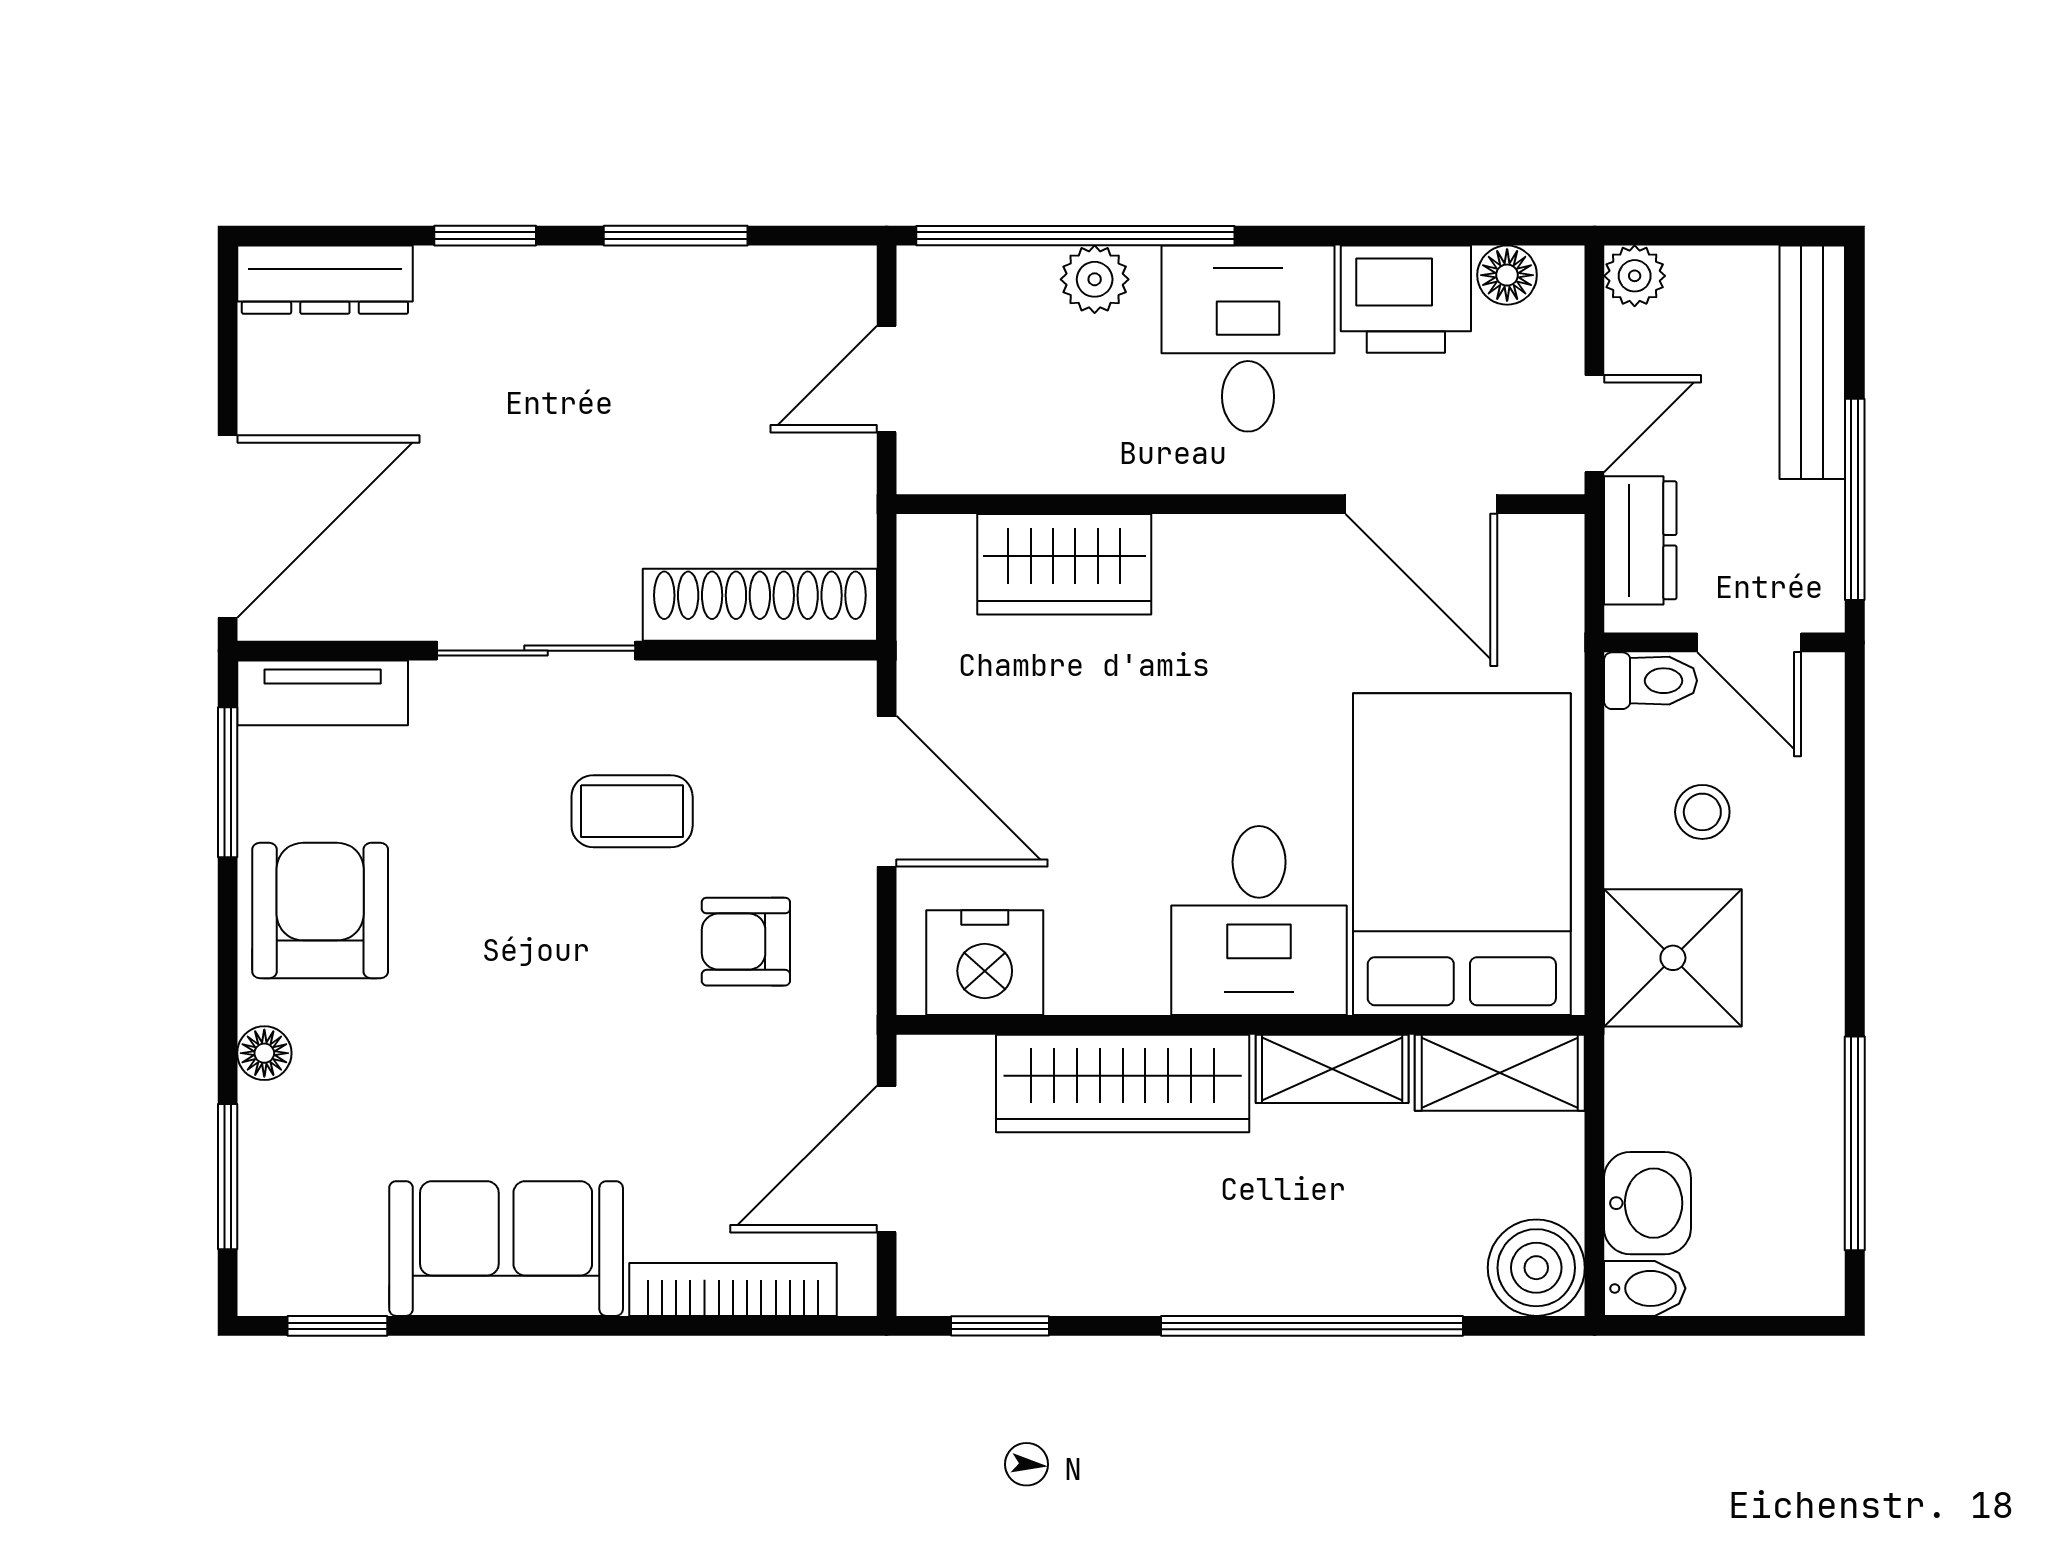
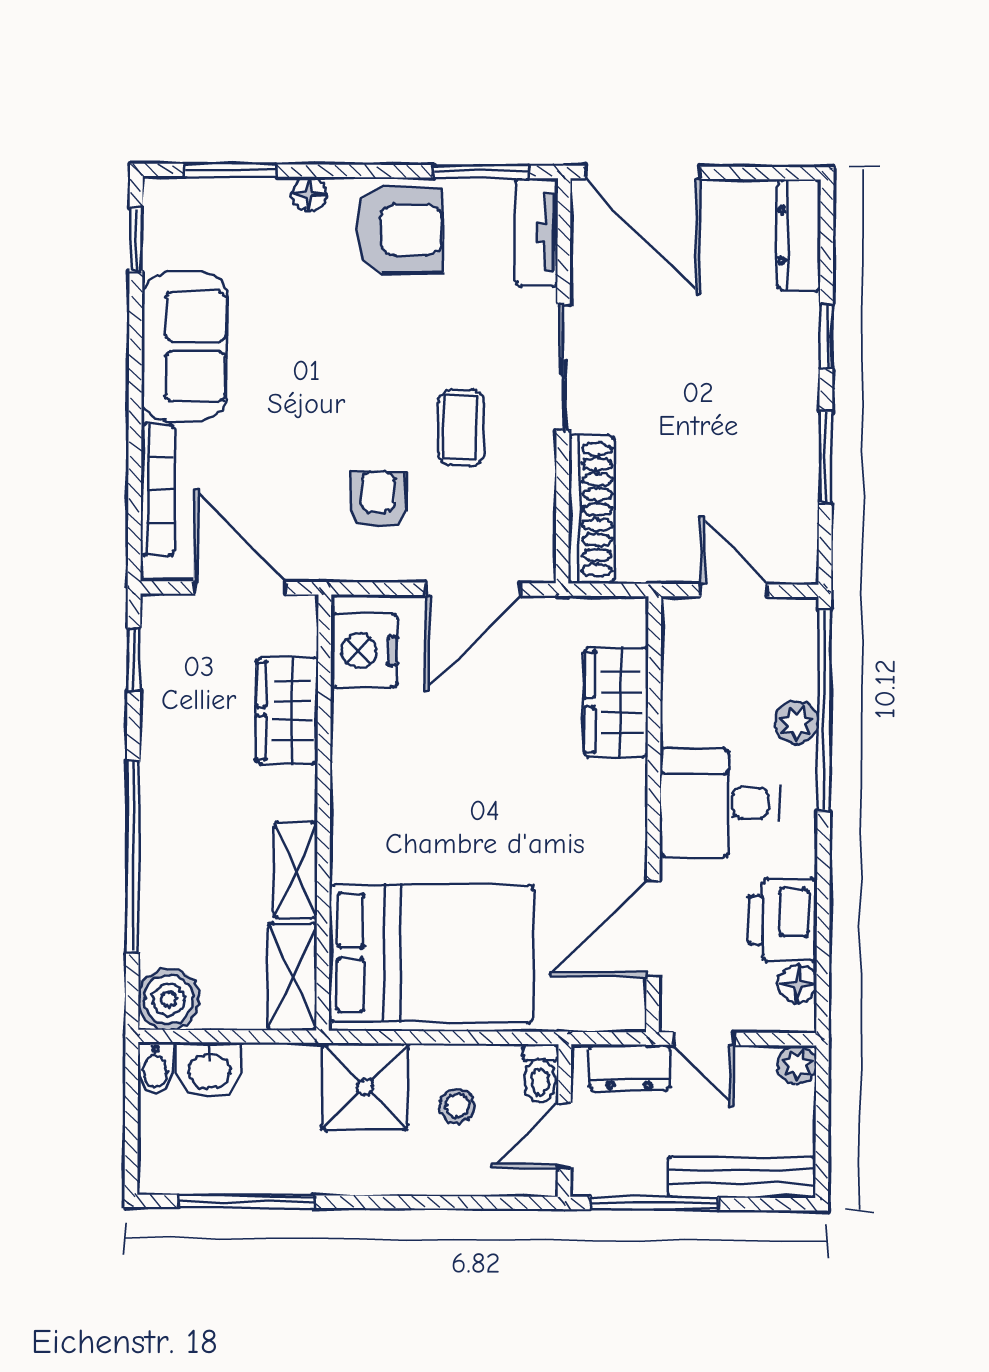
desk: (1248, 339) -> (719, 803), moved, turned 180
desk: (1259, 921) -> (390, 825), removed
wardrobe: (1123, 1083) -> (287, 711), width x0.67

